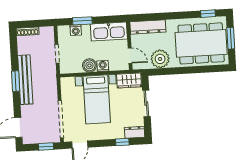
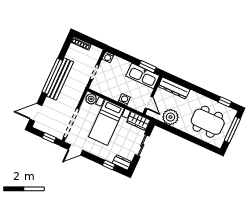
window: (82, 21) -> (148, 67), moved
washing machine: (76, 30) -> (108, 57), moved
window: (231, 38) -> (232, 130), width x1.44
dining table: (201, 43) -> (208, 122), width x0.73, depth x0.80
boiler: (89, 65) -> (114, 94), removed
window: (16, 81) -> (52, 76), width x2.11
plant: (68, 83) -> (91, 99), added

